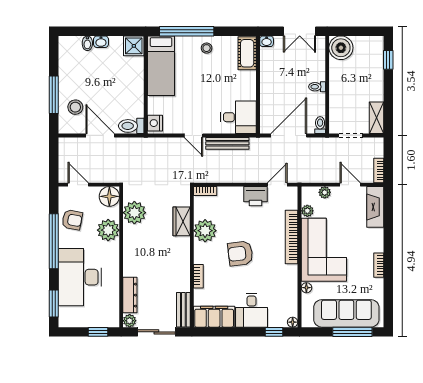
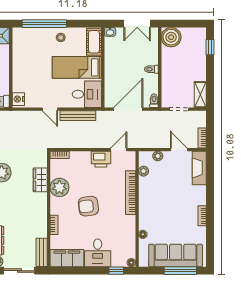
bed: (161, 66) -> (77, 67), moved, turned 90
corner sofa: (324, 250) -> (157, 203), removed

